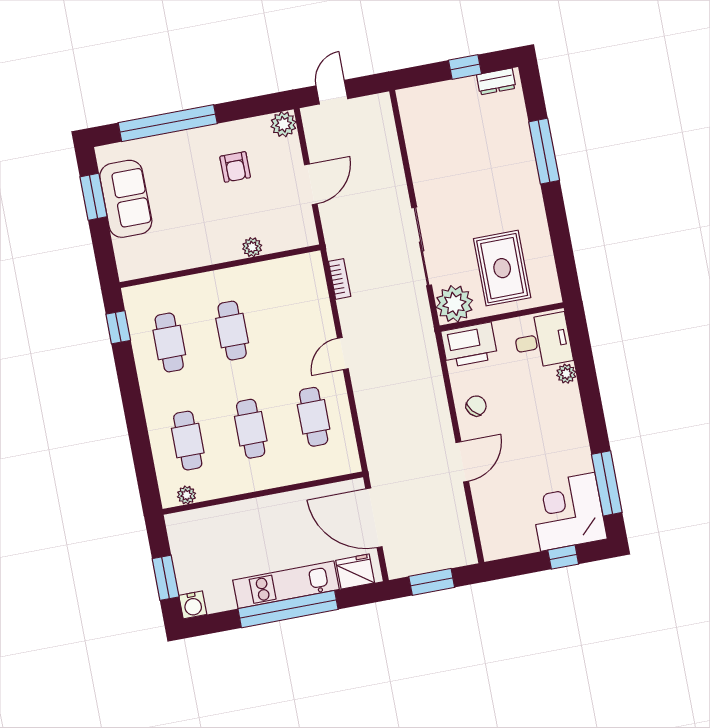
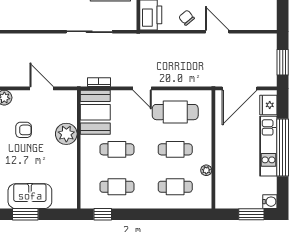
plant: (252, 247) -> (66, 134), width x1.87, depth x1.87
booth: (288, 282) -> (95, 112), added
plant: (454, 304) -> (126, 19), removed
cafe table: (314, 417) -> (175, 112), width x1.37, depth x1.35
plant: (187, 495) -> (206, 170), moved

